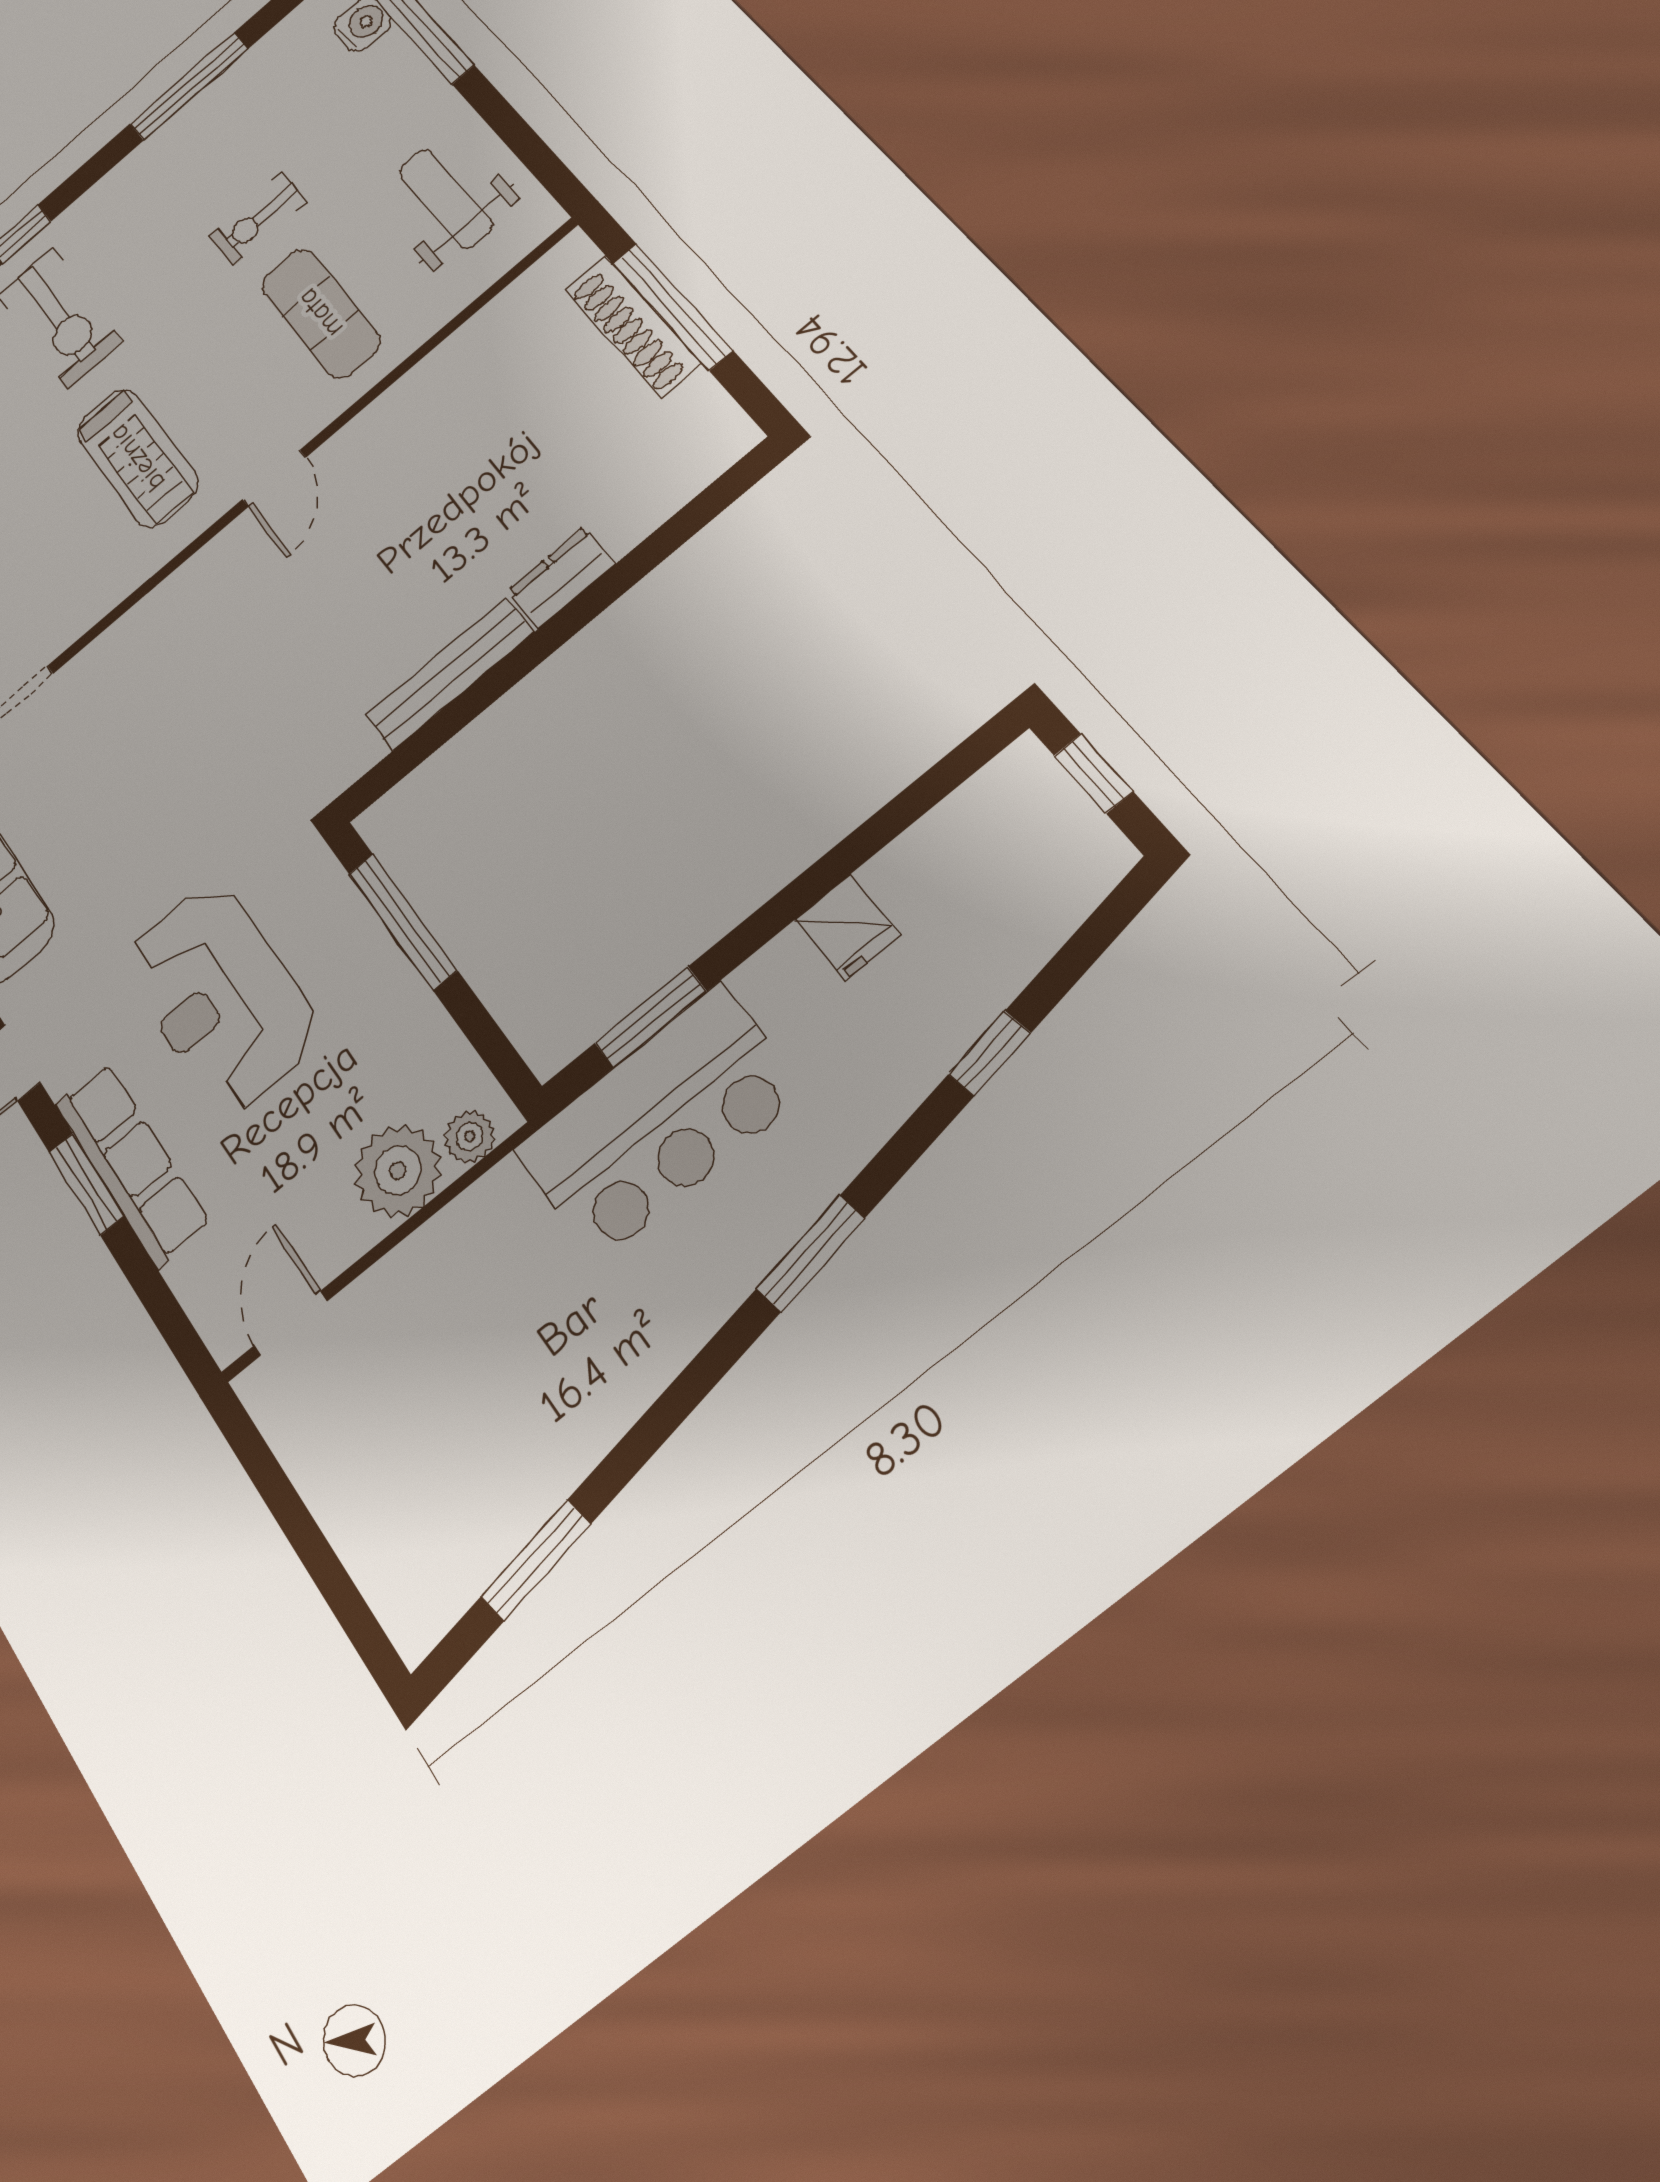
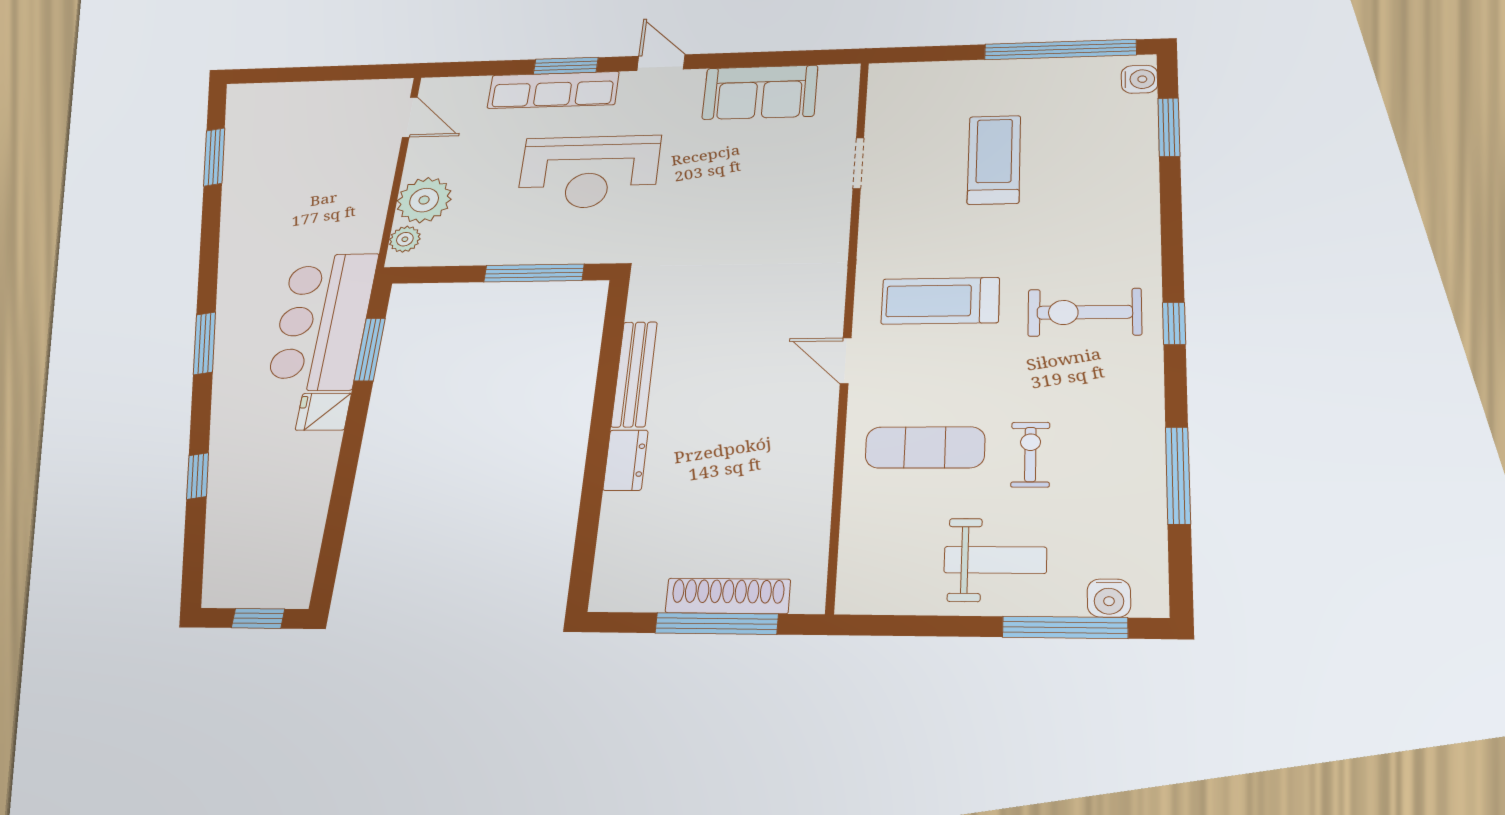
weight bench: (446, 199) -> (995, 560), moved
fridge: (848, 927) -> (323, 412), moved
reception desk: (221, 997) -> (589, 172), turned 180

